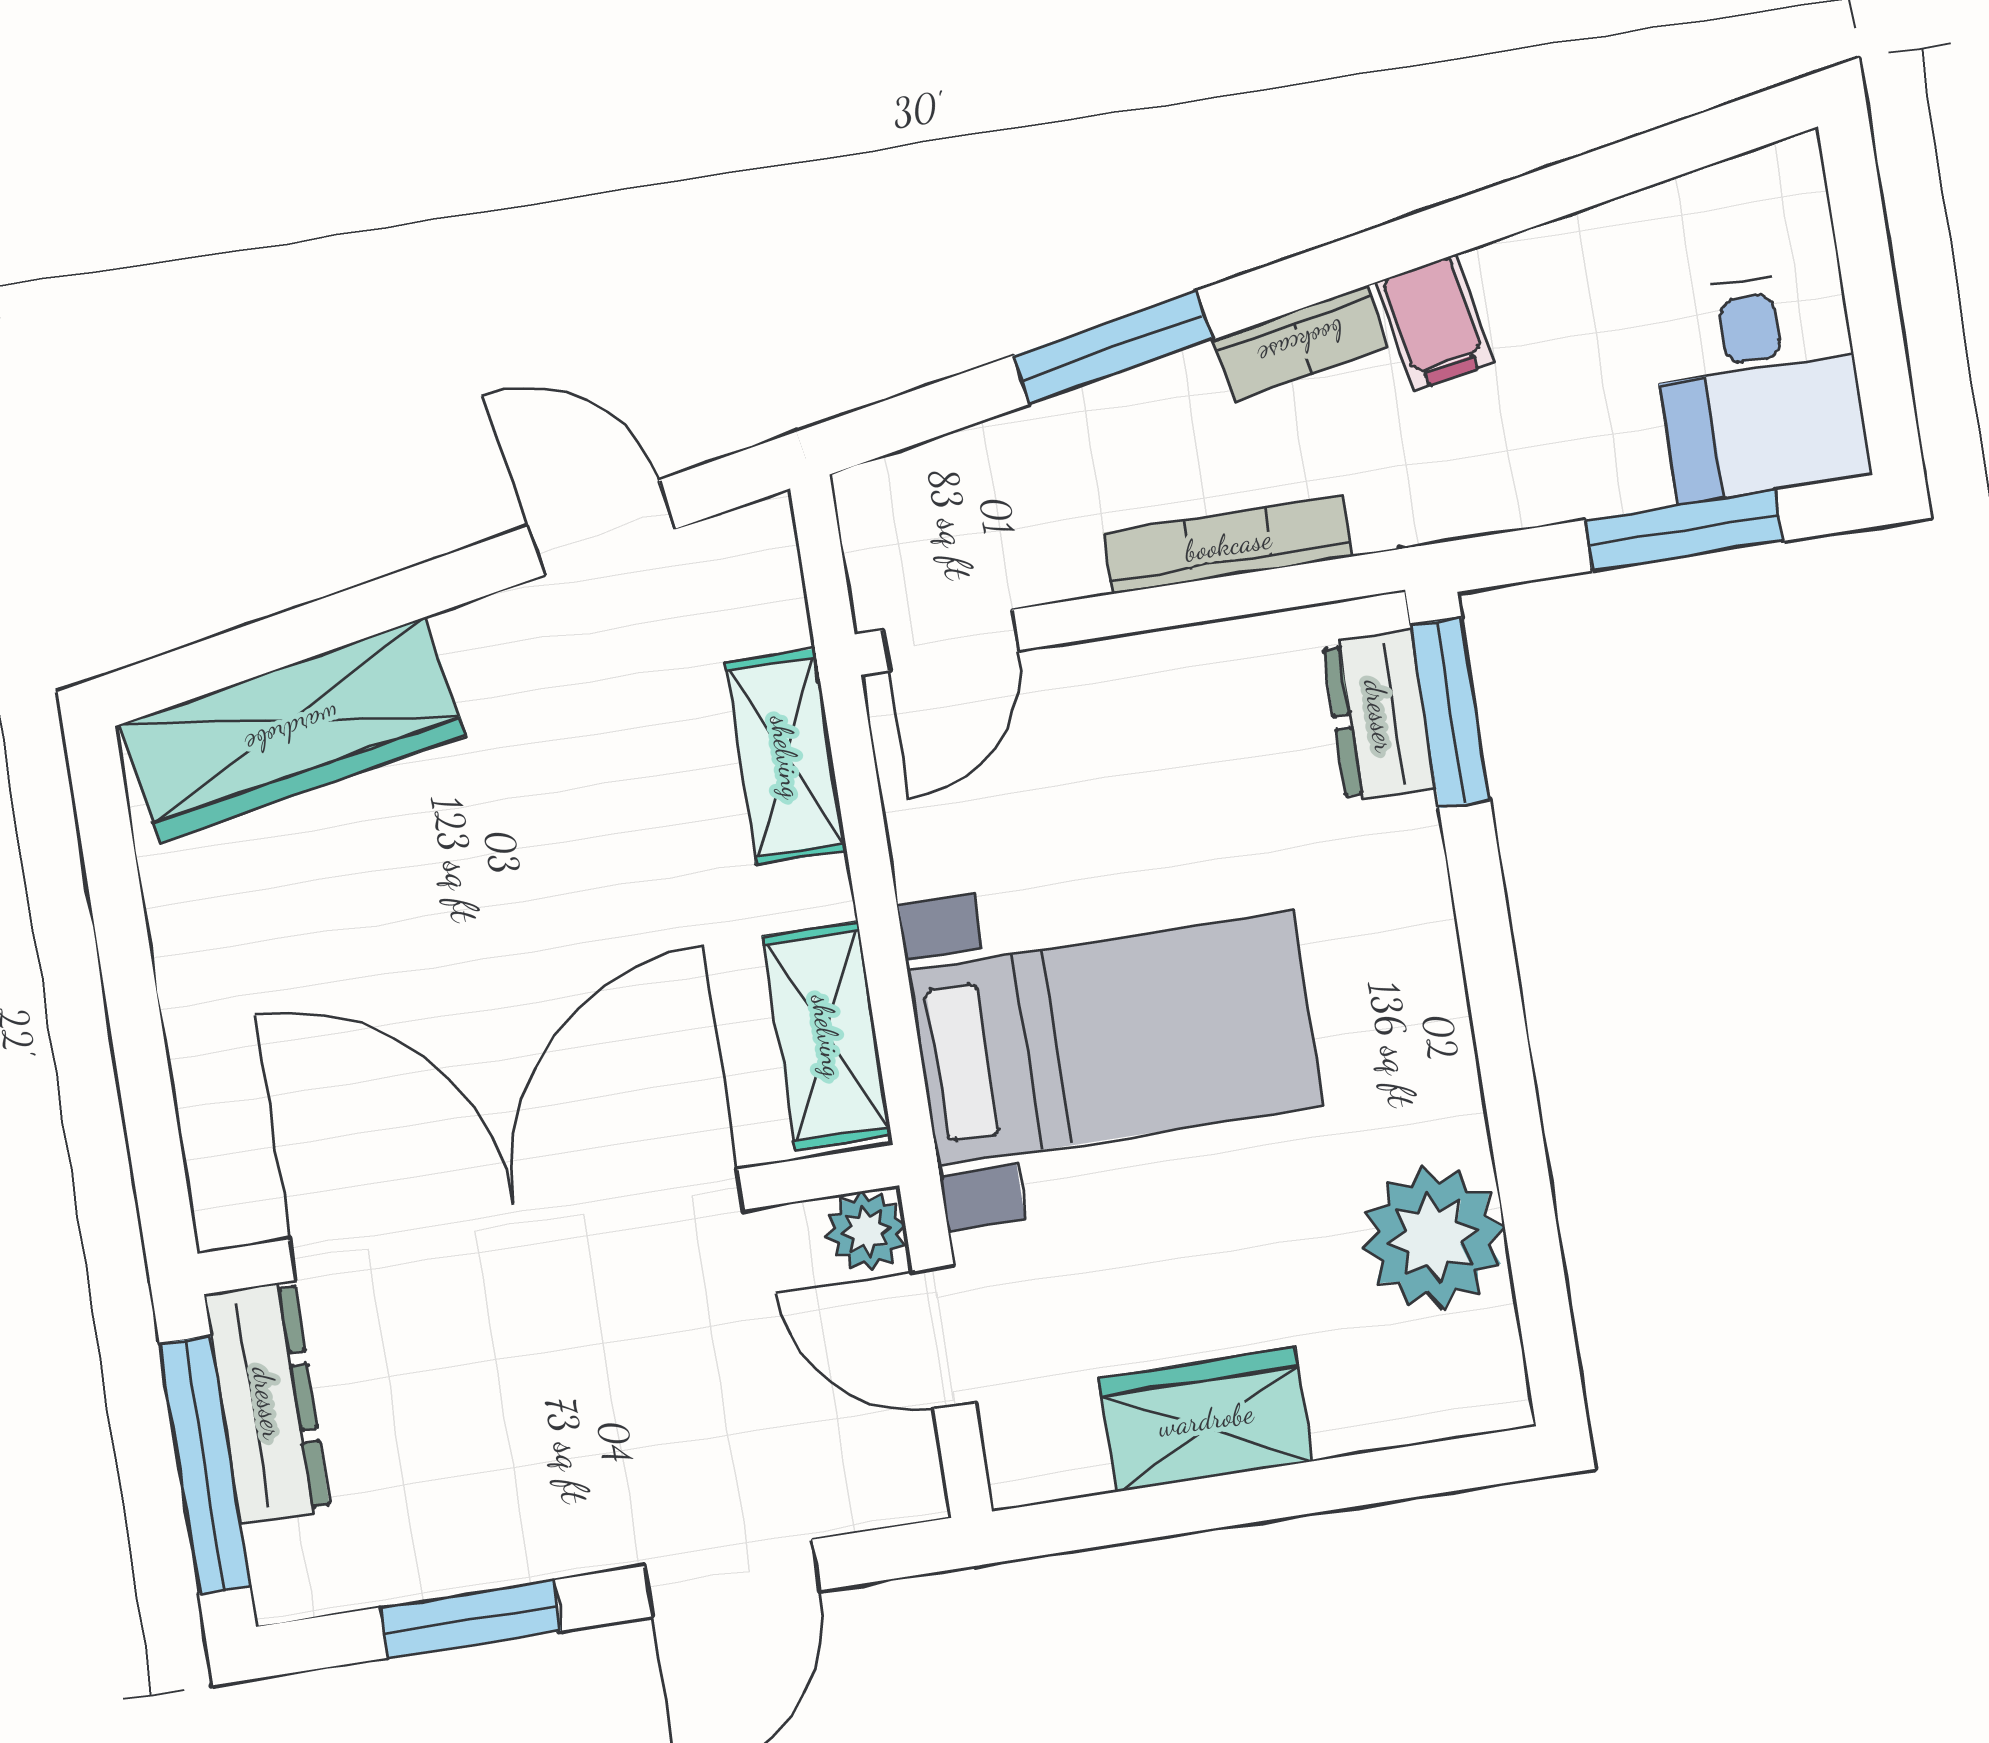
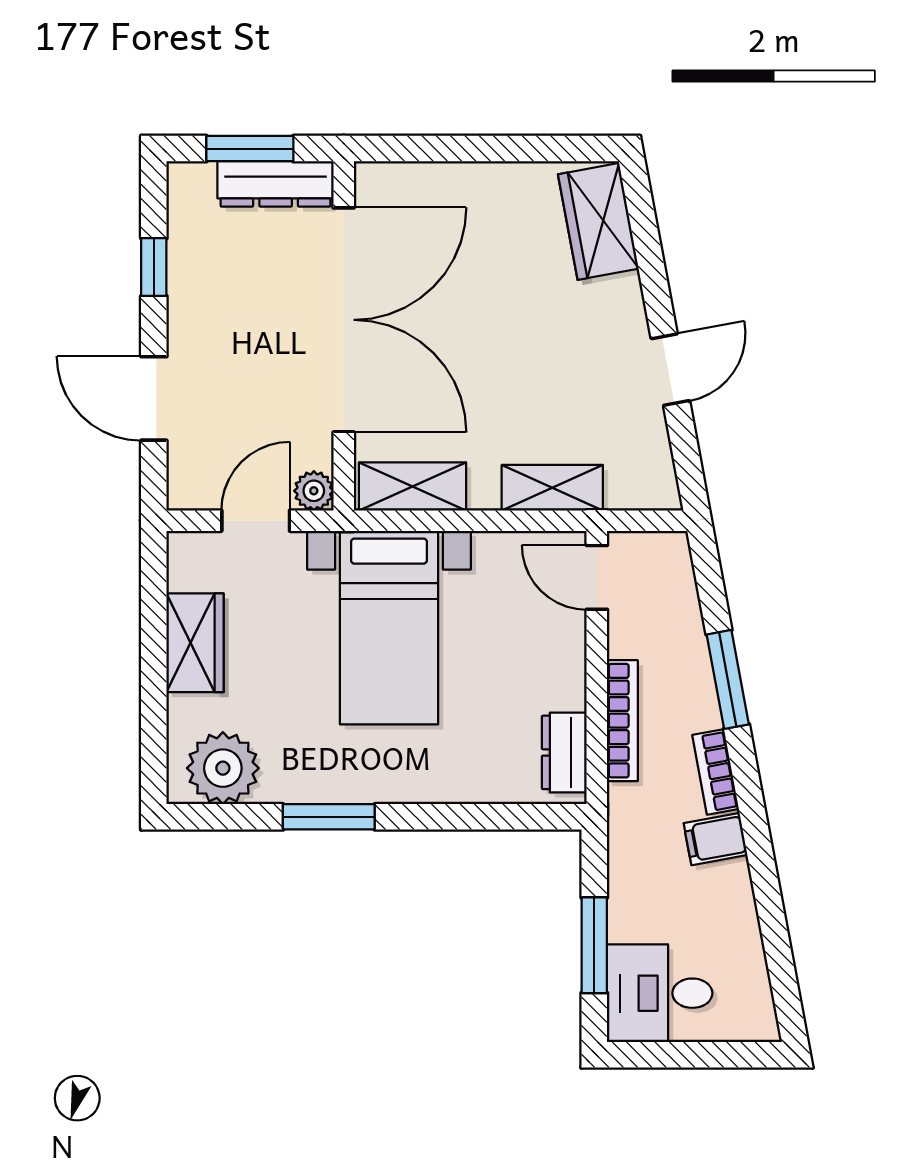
door: (602, 527) -> (670, 370), moved
window: (1450, 713) -> (329, 817), moved
dresser: (1379, 716) -> (564, 752), moved, turned -90
wardrobe: (292, 730) -> (598, 221), width x0.67
plant: (1433, 1238) -> (223, 768), moved
window: (205, 1465) -> (250, 149), width x0.69
window: (471, 1619) -> (154, 267), width x0.67

